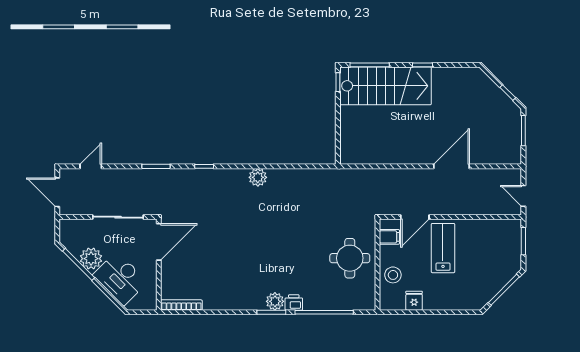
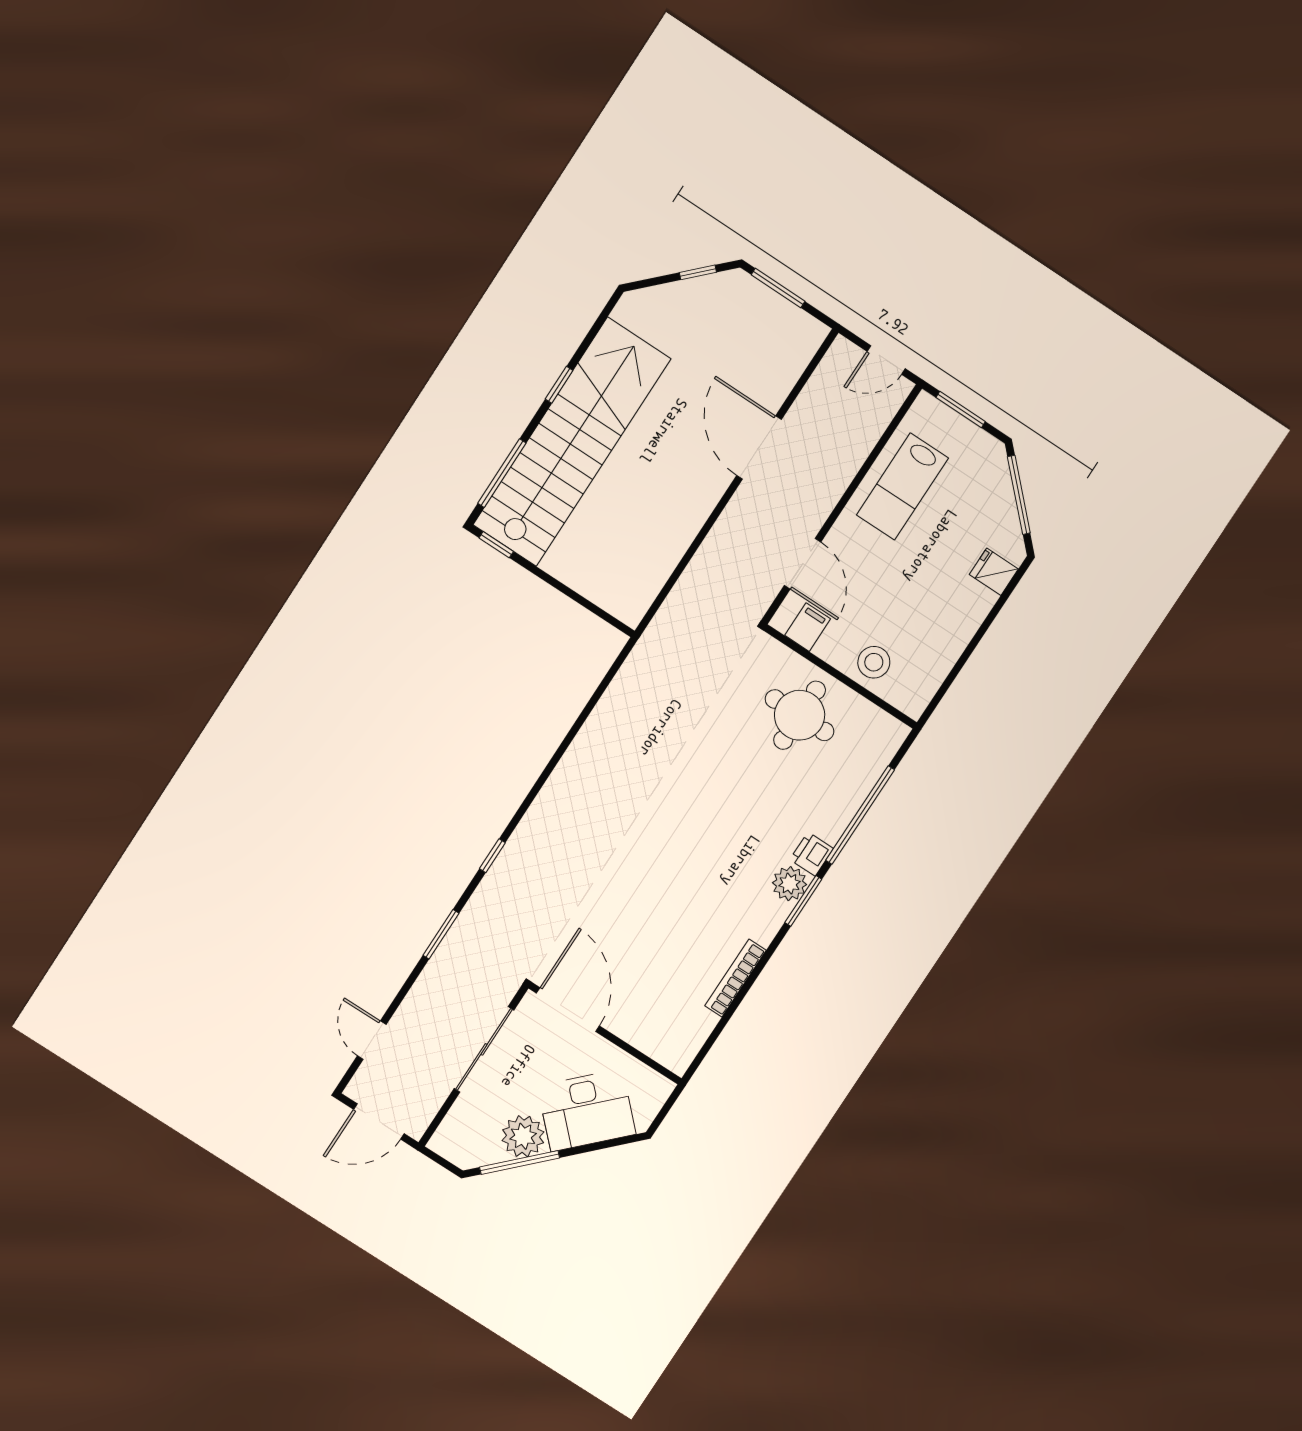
stairs: (385, 86) -> (572, 442), width x1.36
plant: (258, 177) -> (568, 780), removed
lab bench: (443, 248) -> (902, 487), moved, turned -90
fridge: (414, 301) -> (994, 572), moved
bookcase: (181, 305) -> (736, 978), moved

